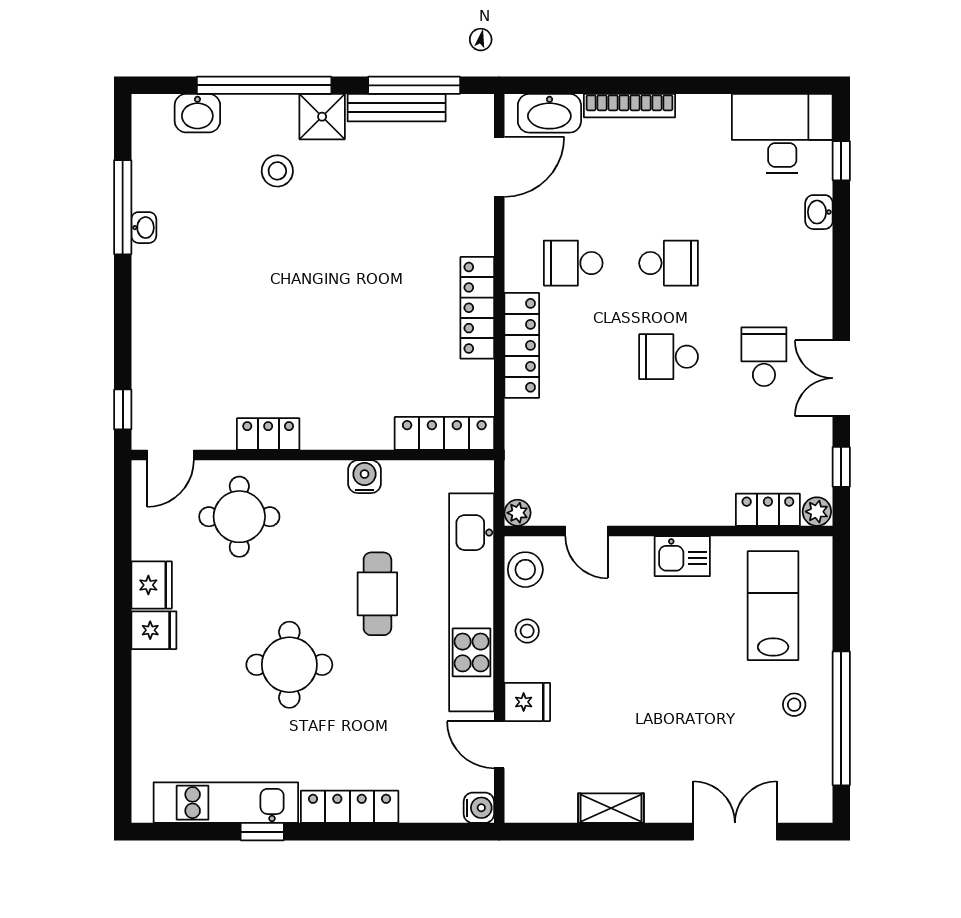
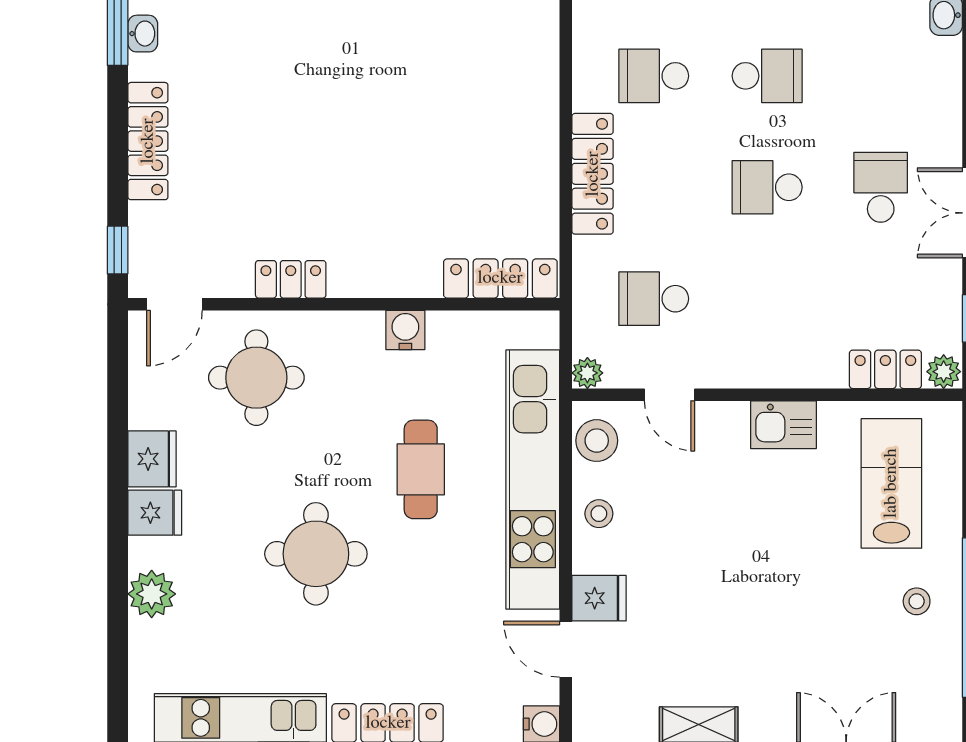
locker: (477, 308) -> (148, 141), moved, turned 180
school desk: (573, 450) -> (654, 299), added
plant: (151, 698) -> (152, 594), added

